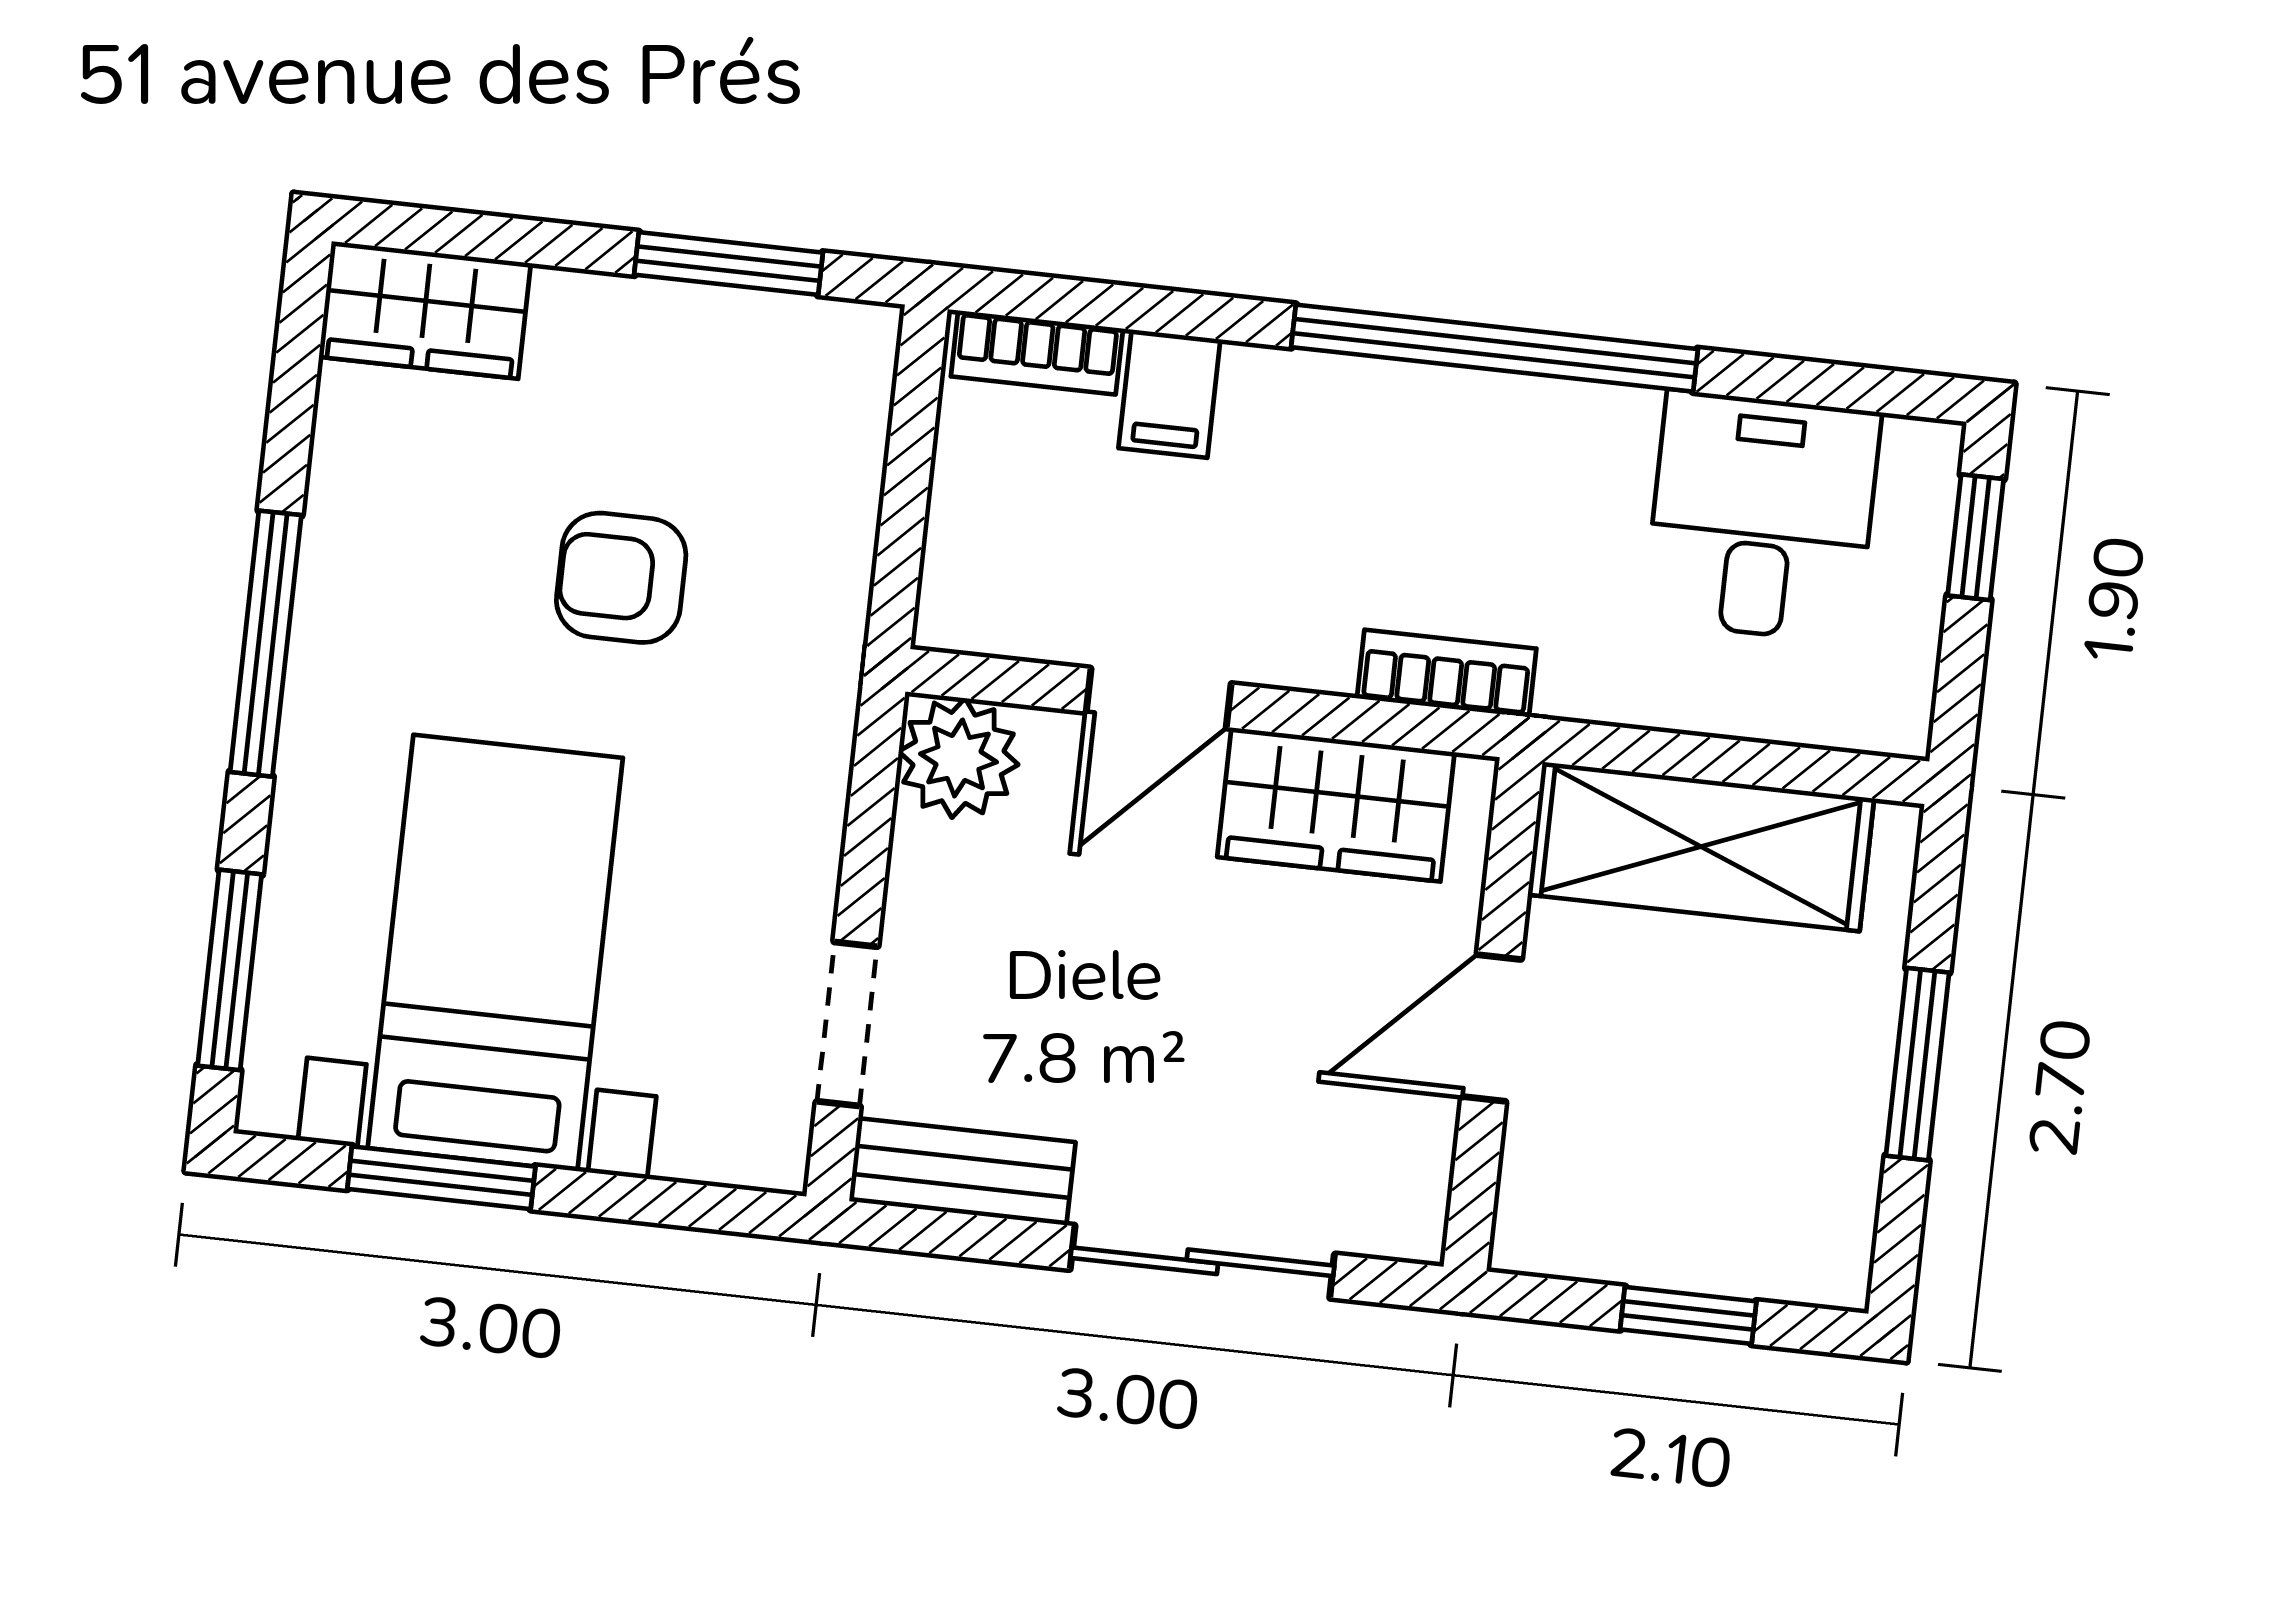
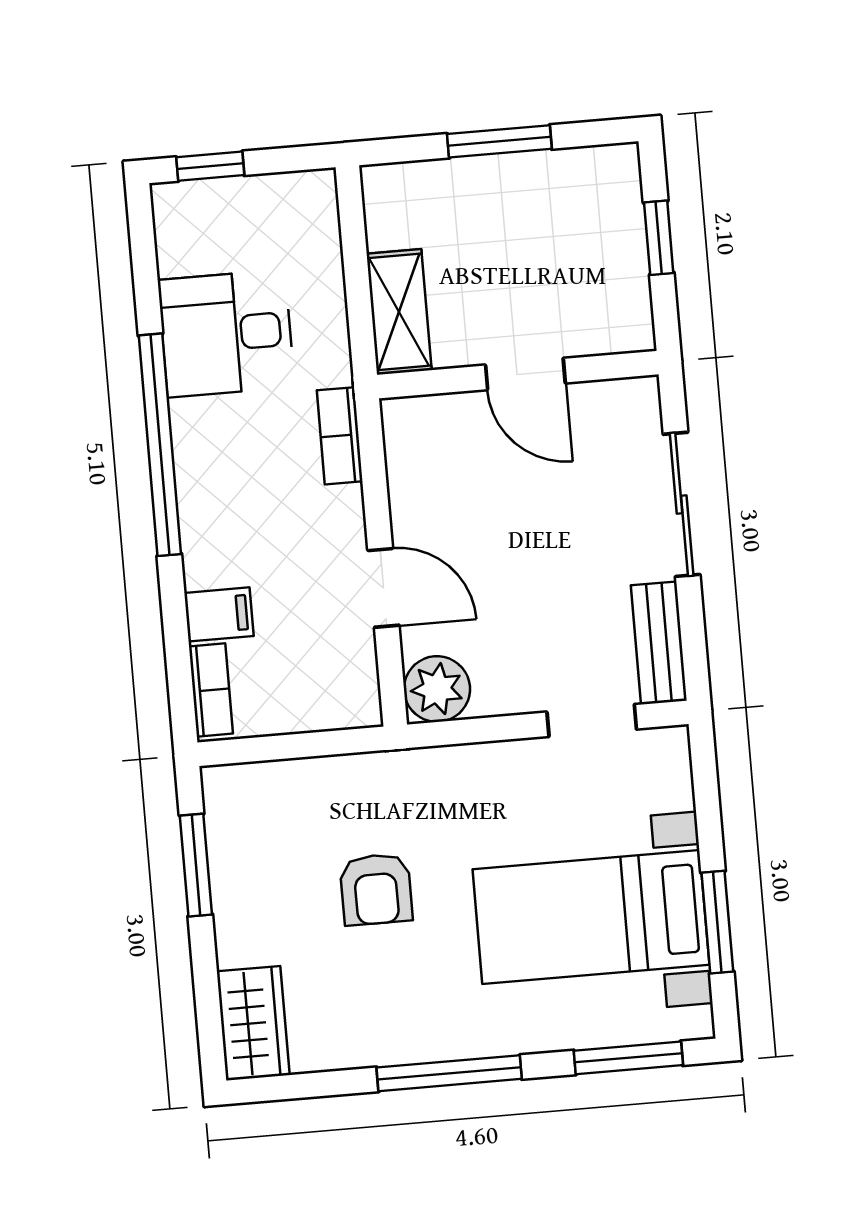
desk: (1762, 517) -> (226, 333), moved
wardrobe: (1336, 805) -> (422, 481), removed
shelving: (1701, 847) -> (399, 312), width x0.67, depth x0.75

